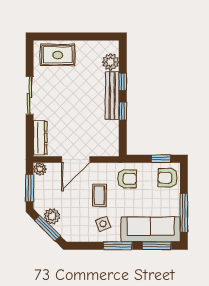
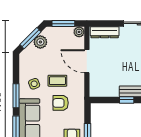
armchair: (127, 179) -> (61, 103), moved, turned 90

